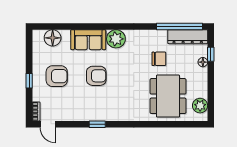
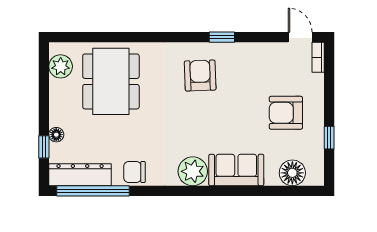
chair: (159, 59) -> (134, 172), moved
armchair: (96, 76) -> (200, 75), moved, turned 88
window: (29, 81) -> (329, 138), moved

